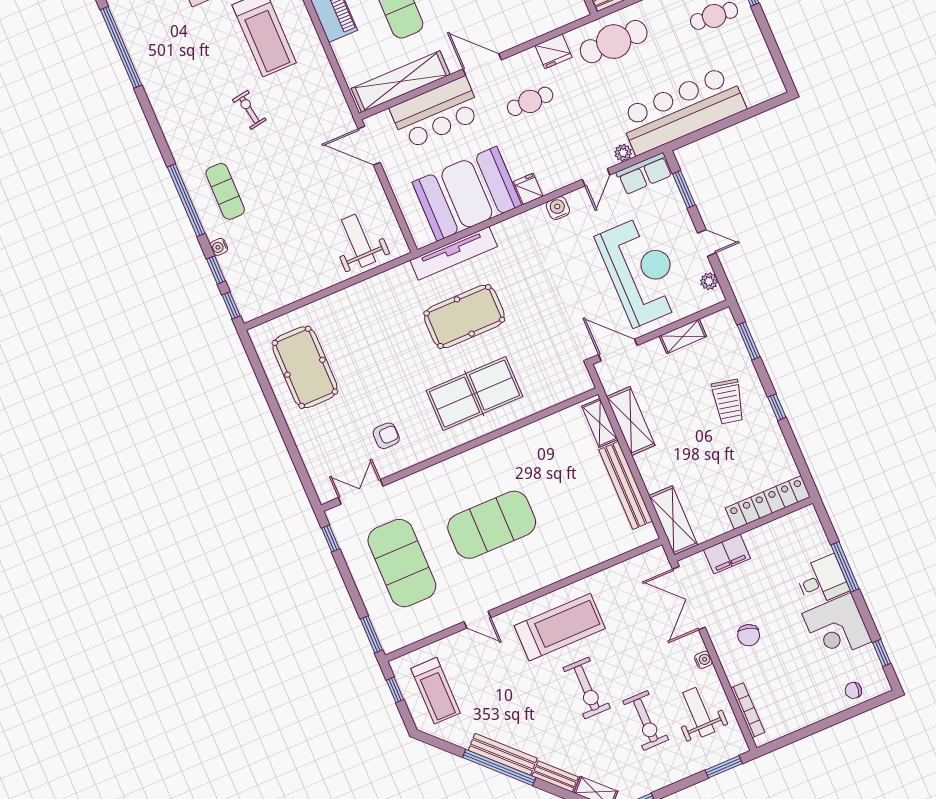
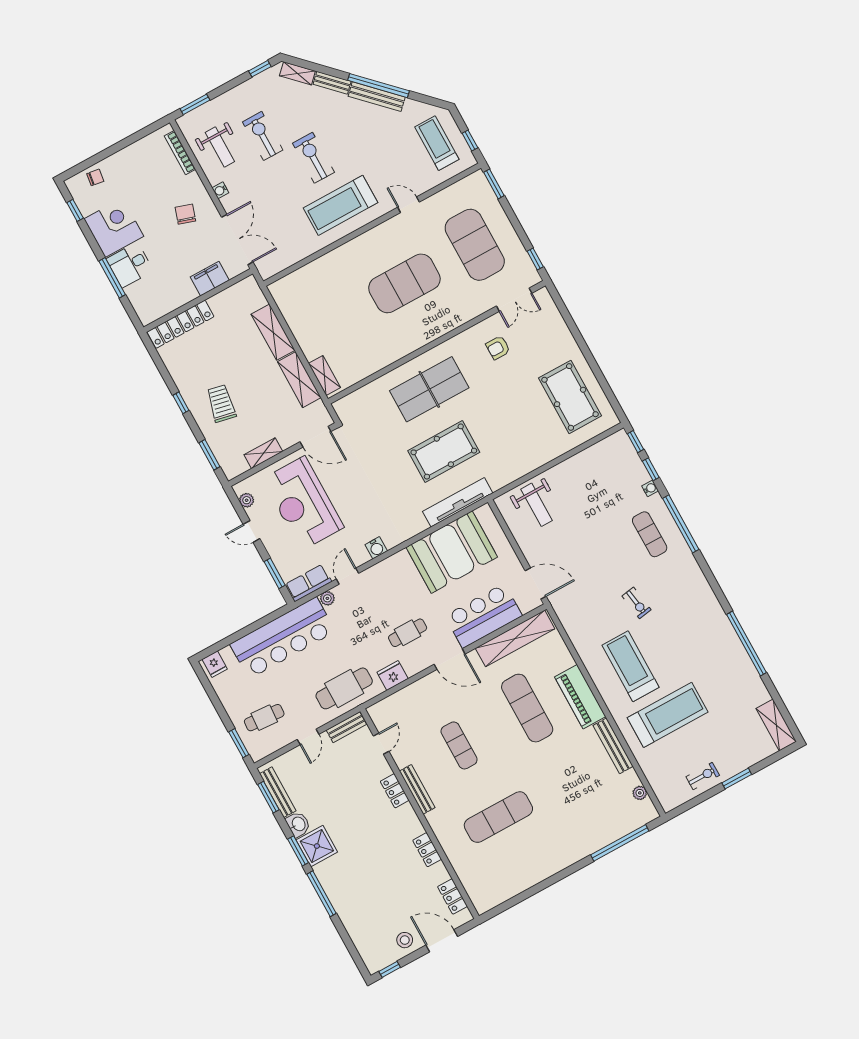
fridge: (528, 189) -> (215, 664), moved
bench: (626, 485) -> (298, 327), removed
shelving: (673, 520) -> (273, 332), moved

